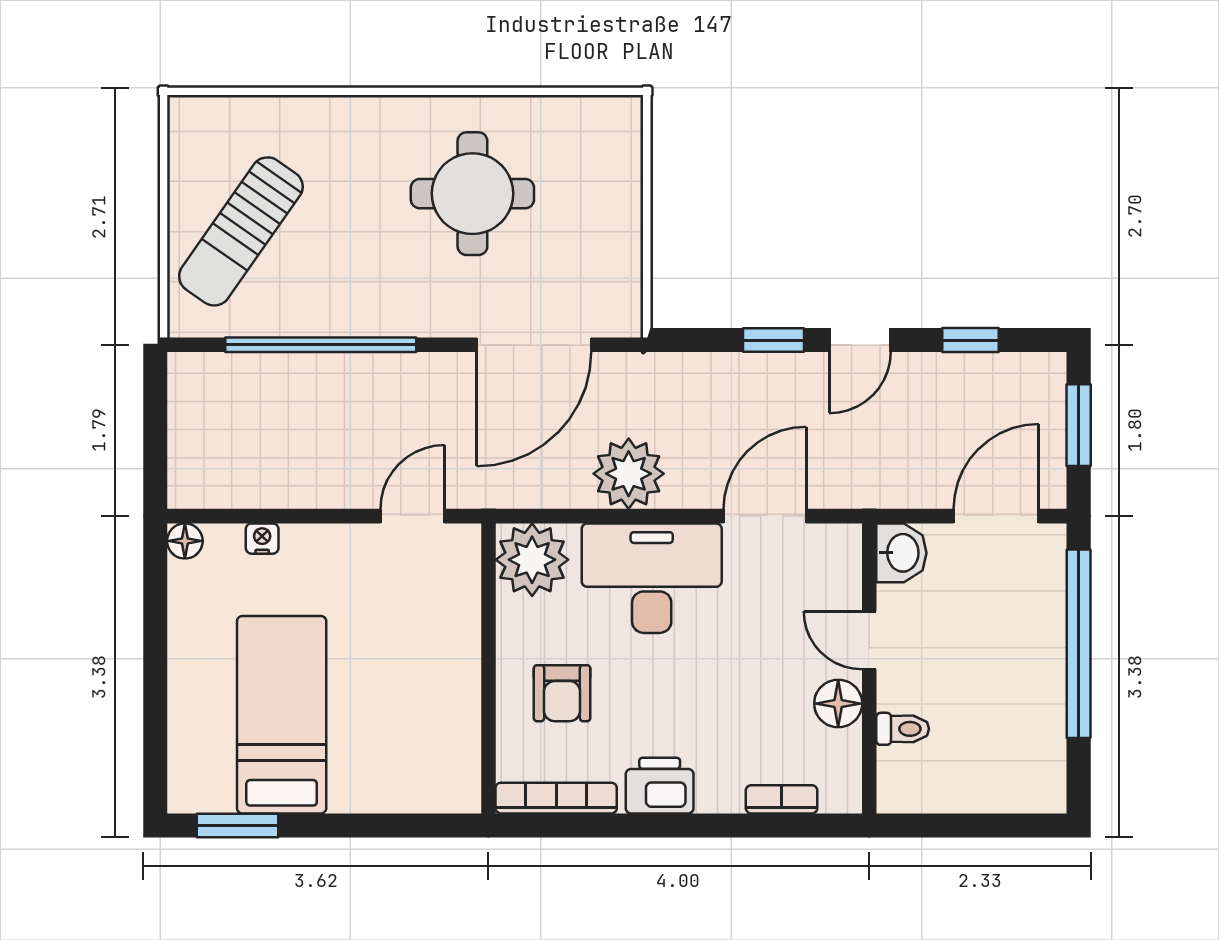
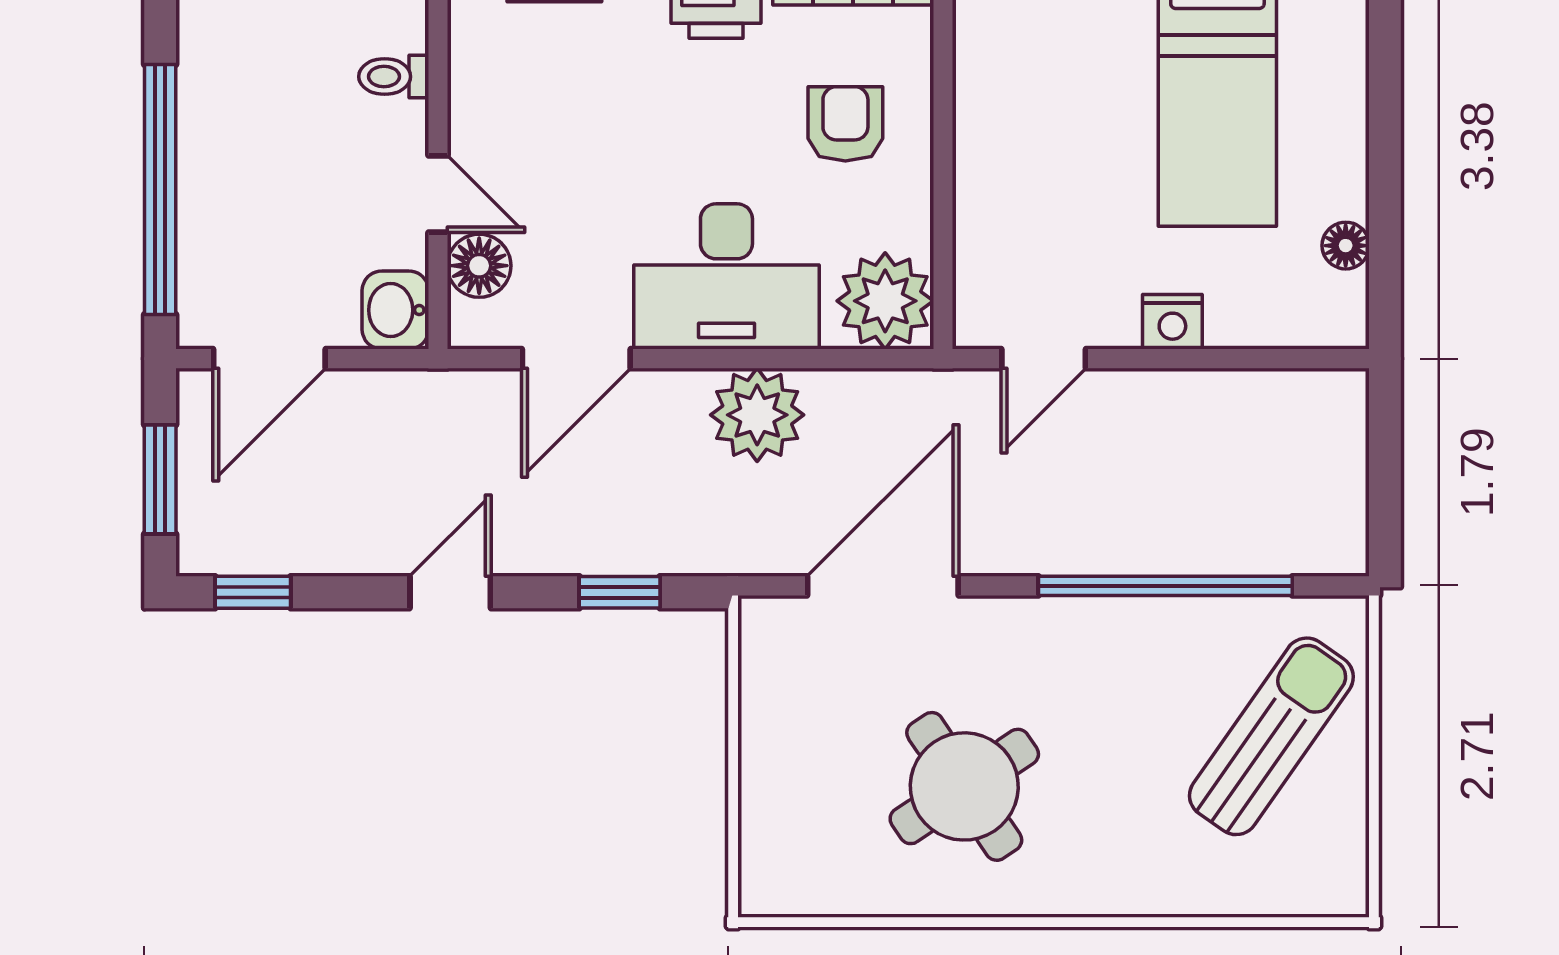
round table: (472, 194) -> (964, 786), turned -34
window: (773, 340) -> (620, 592), moved
window: (970, 340) -> (253, 592), moved
nightstand: (262, 539) -> (1172, 322), moved, width x1.39, depth x1.35
floor lamp: (185, 541) -> (1346, 246), moved
floor lamp: (838, 704) -> (479, 266), moved

